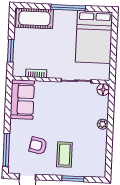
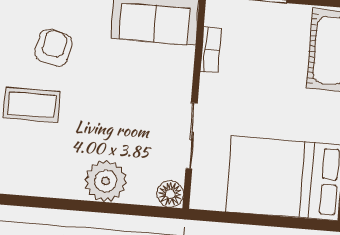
plant: (103, 124) -> (106, 181), width x1.88, depth x1.88

